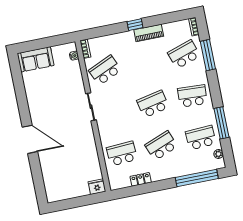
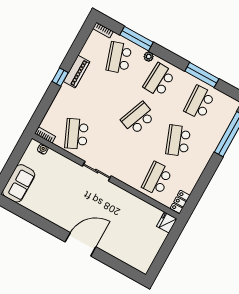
school desk: (153, 104) -> (138, 118), turned 33
plant: (218, 154) -> (149, 57), moved
locker: (141, 179) -> (180, 202), moved

